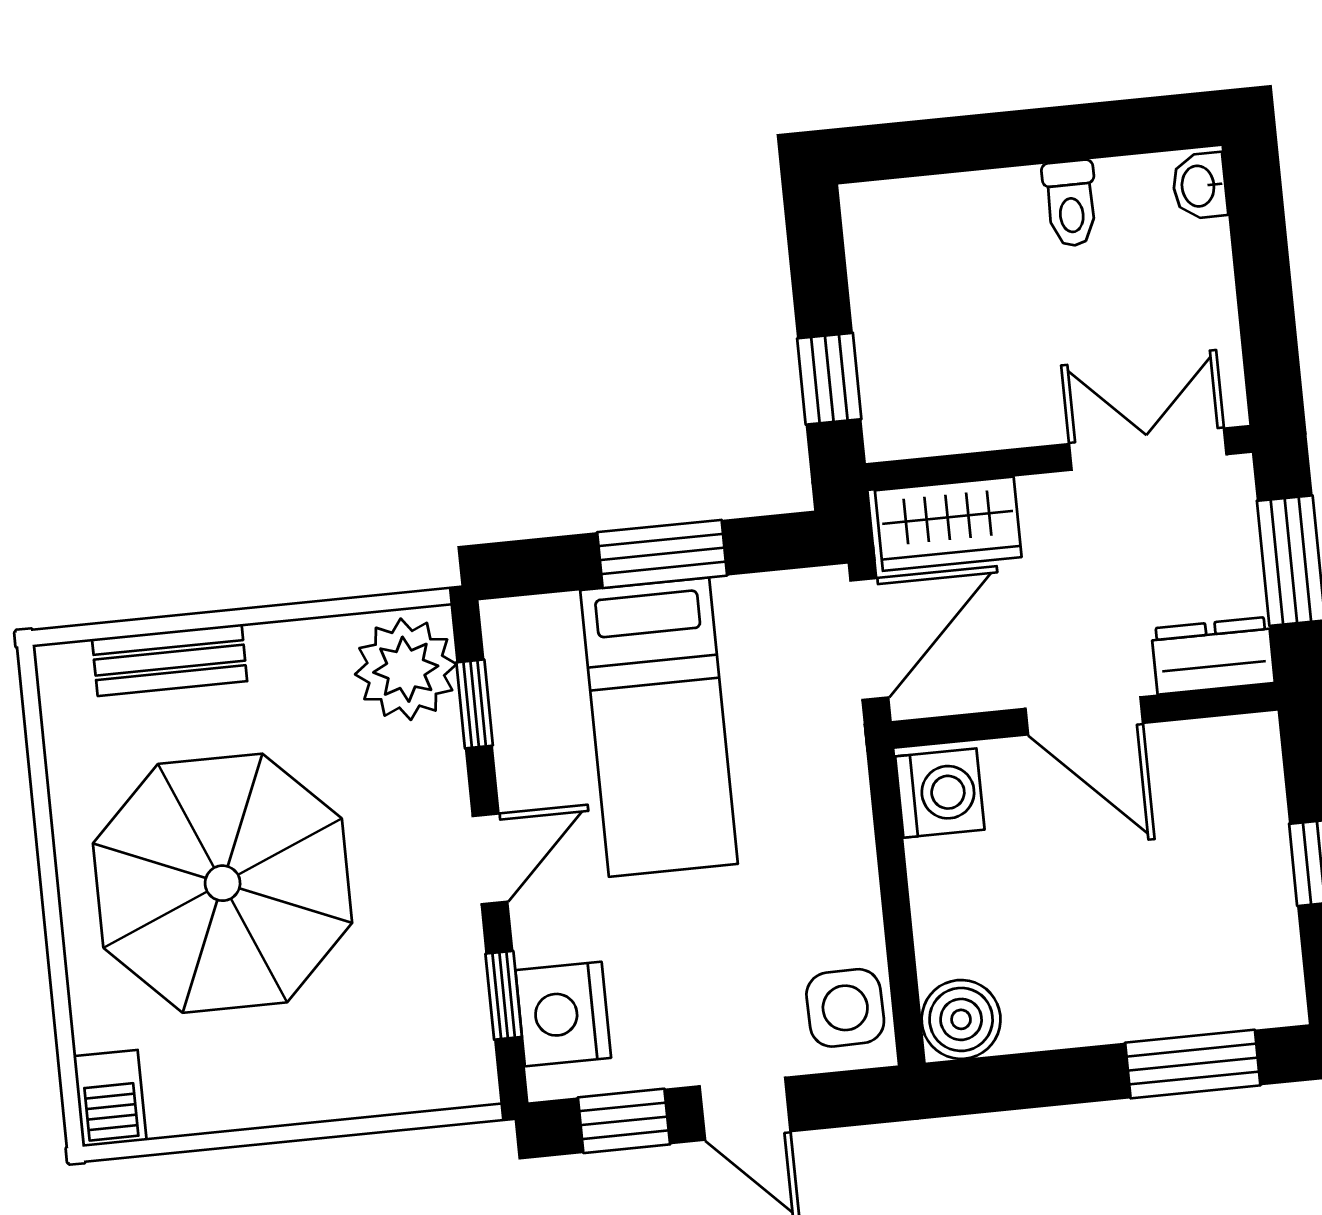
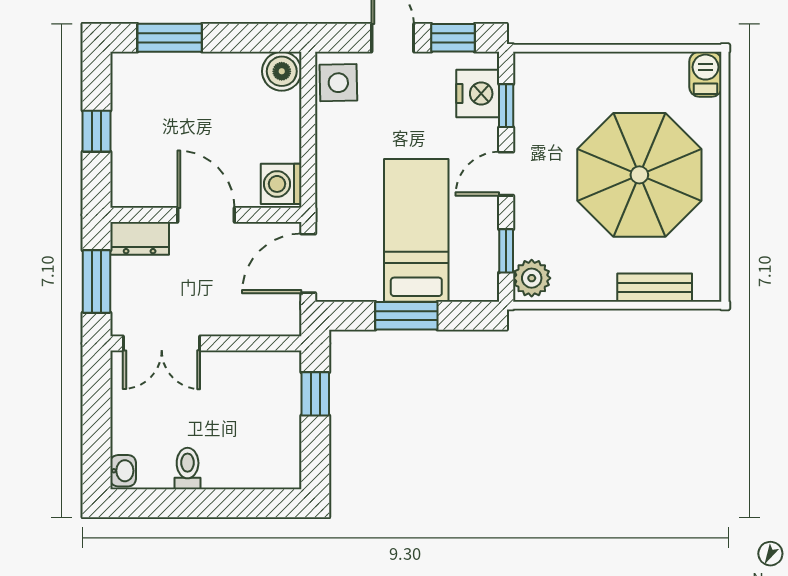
wardrobe: (948, 524) -> (264, 316), removed
plant: (406, 669) -> (532, 278), width x0.73, depth x0.73

